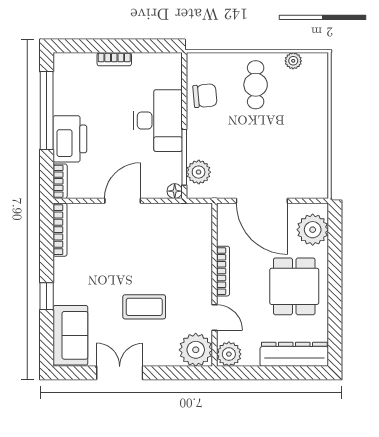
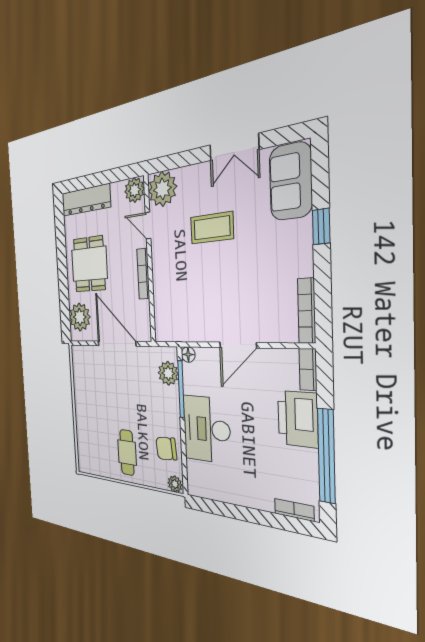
bookcase: (114, 59) -> (294, 510), moved
plant: (293, 61) -> (175, 484), moved

